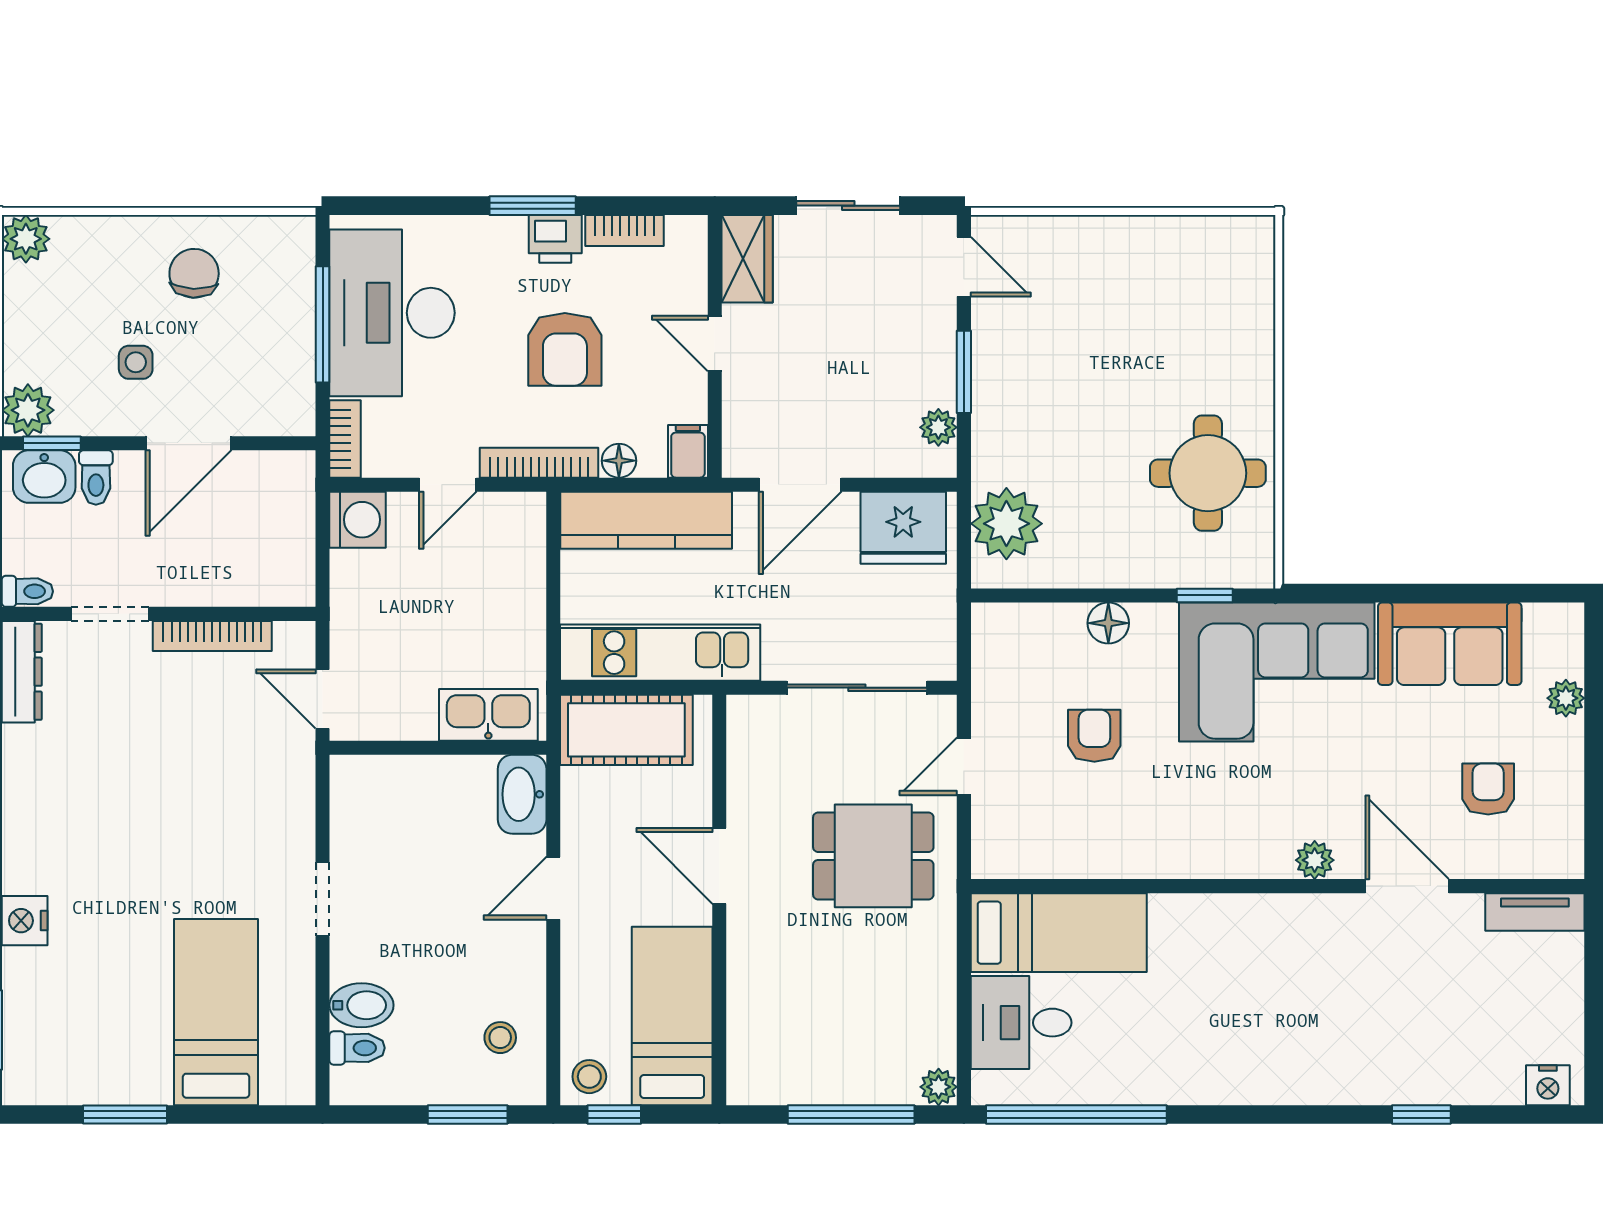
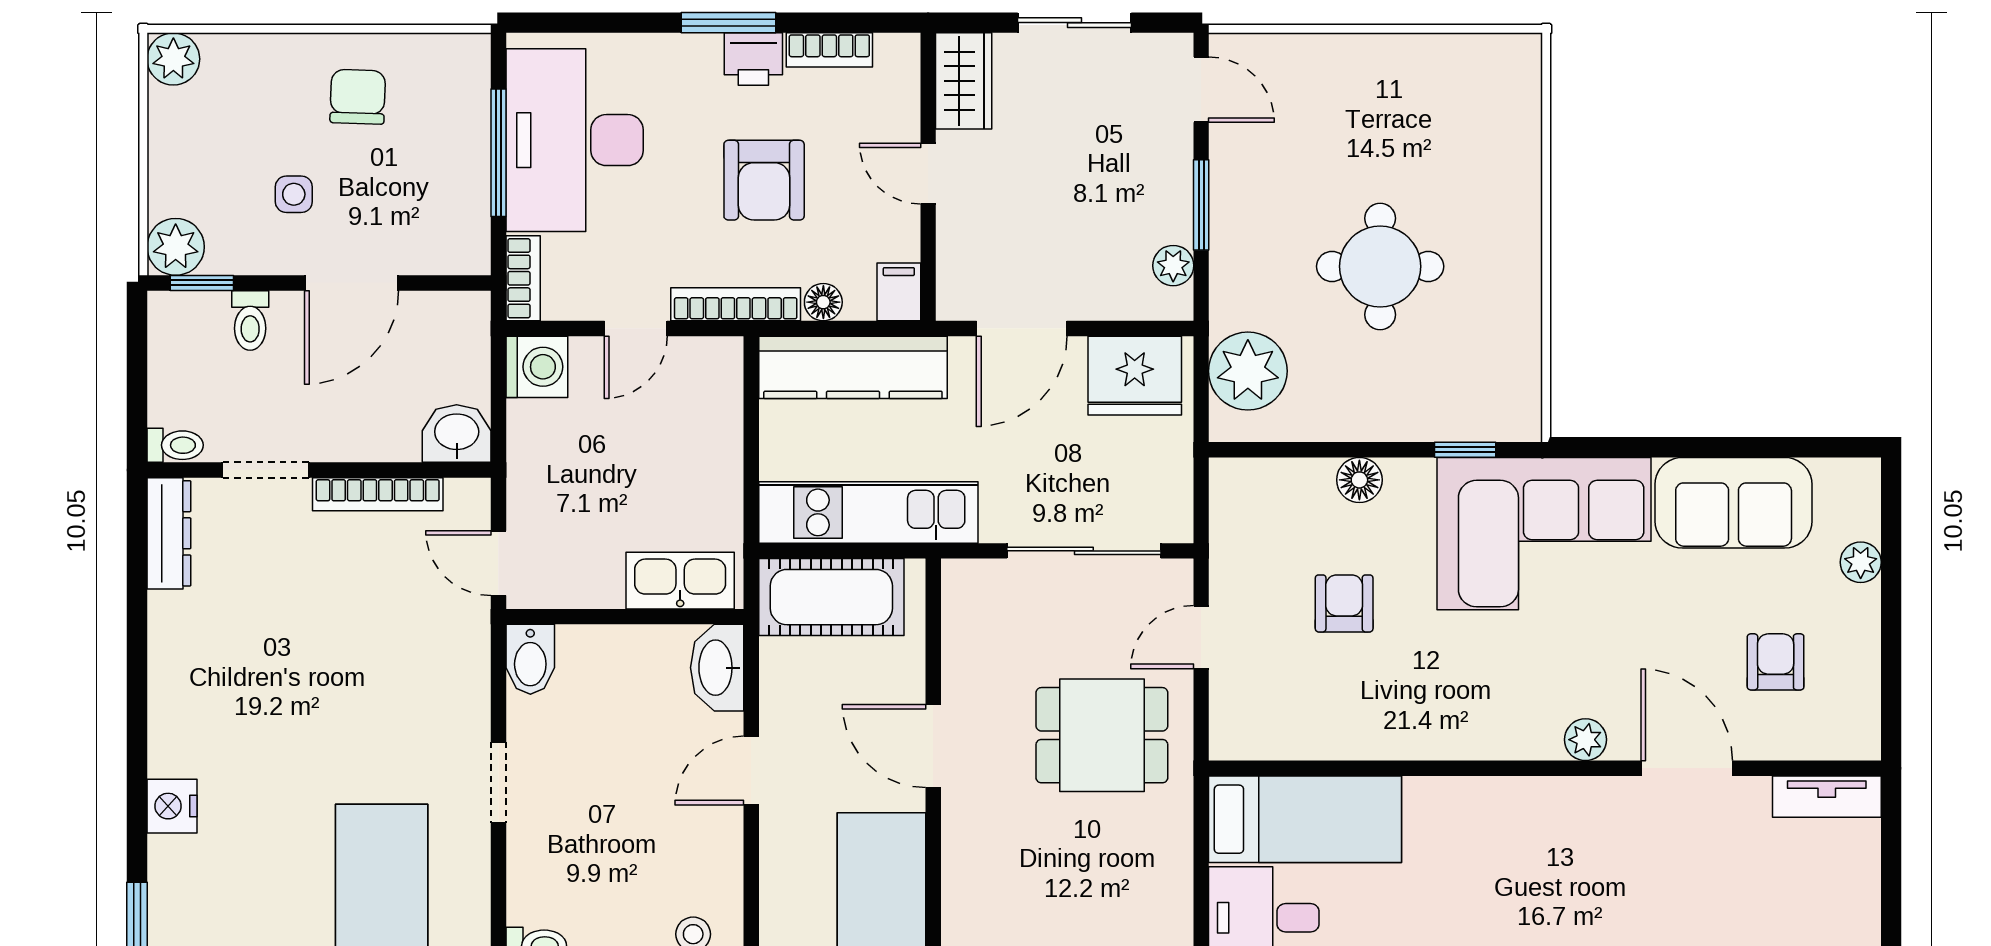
round table: (1208, 473) -> (1380, 266), moved
washbasin: (44, 477) -> (457, 433), moved, turned 180
bidet: (361, 1005) -> (530, 659), moved, turned 90

